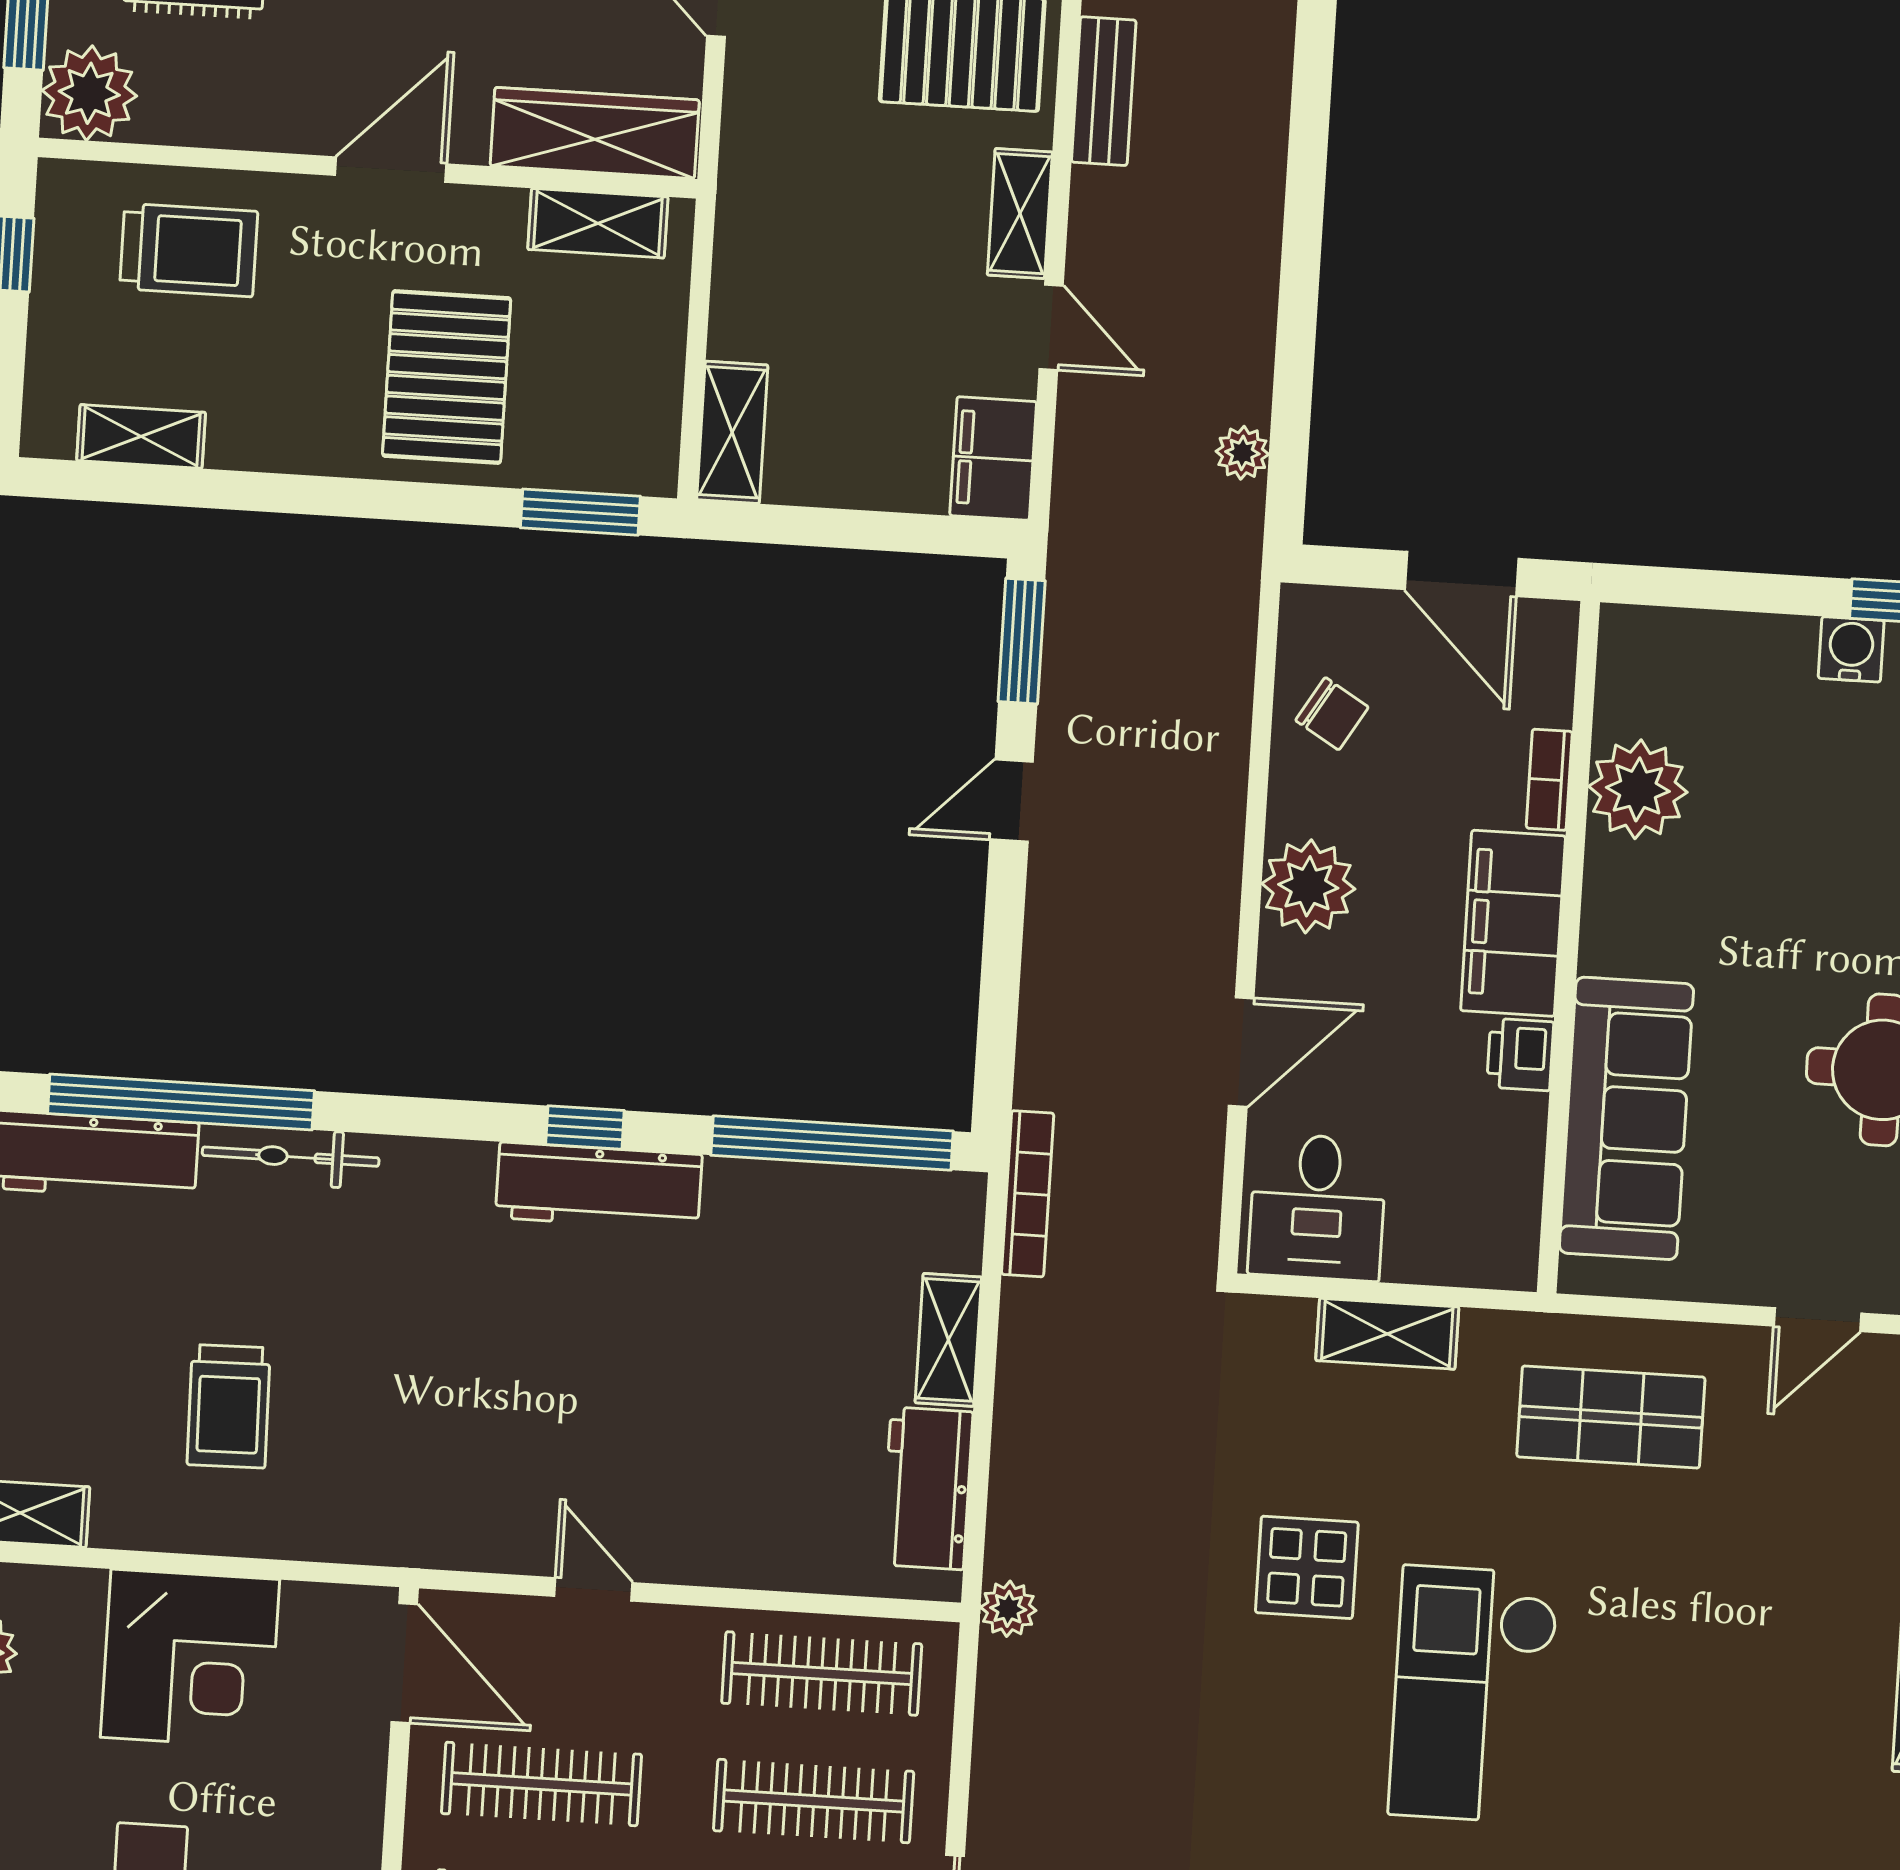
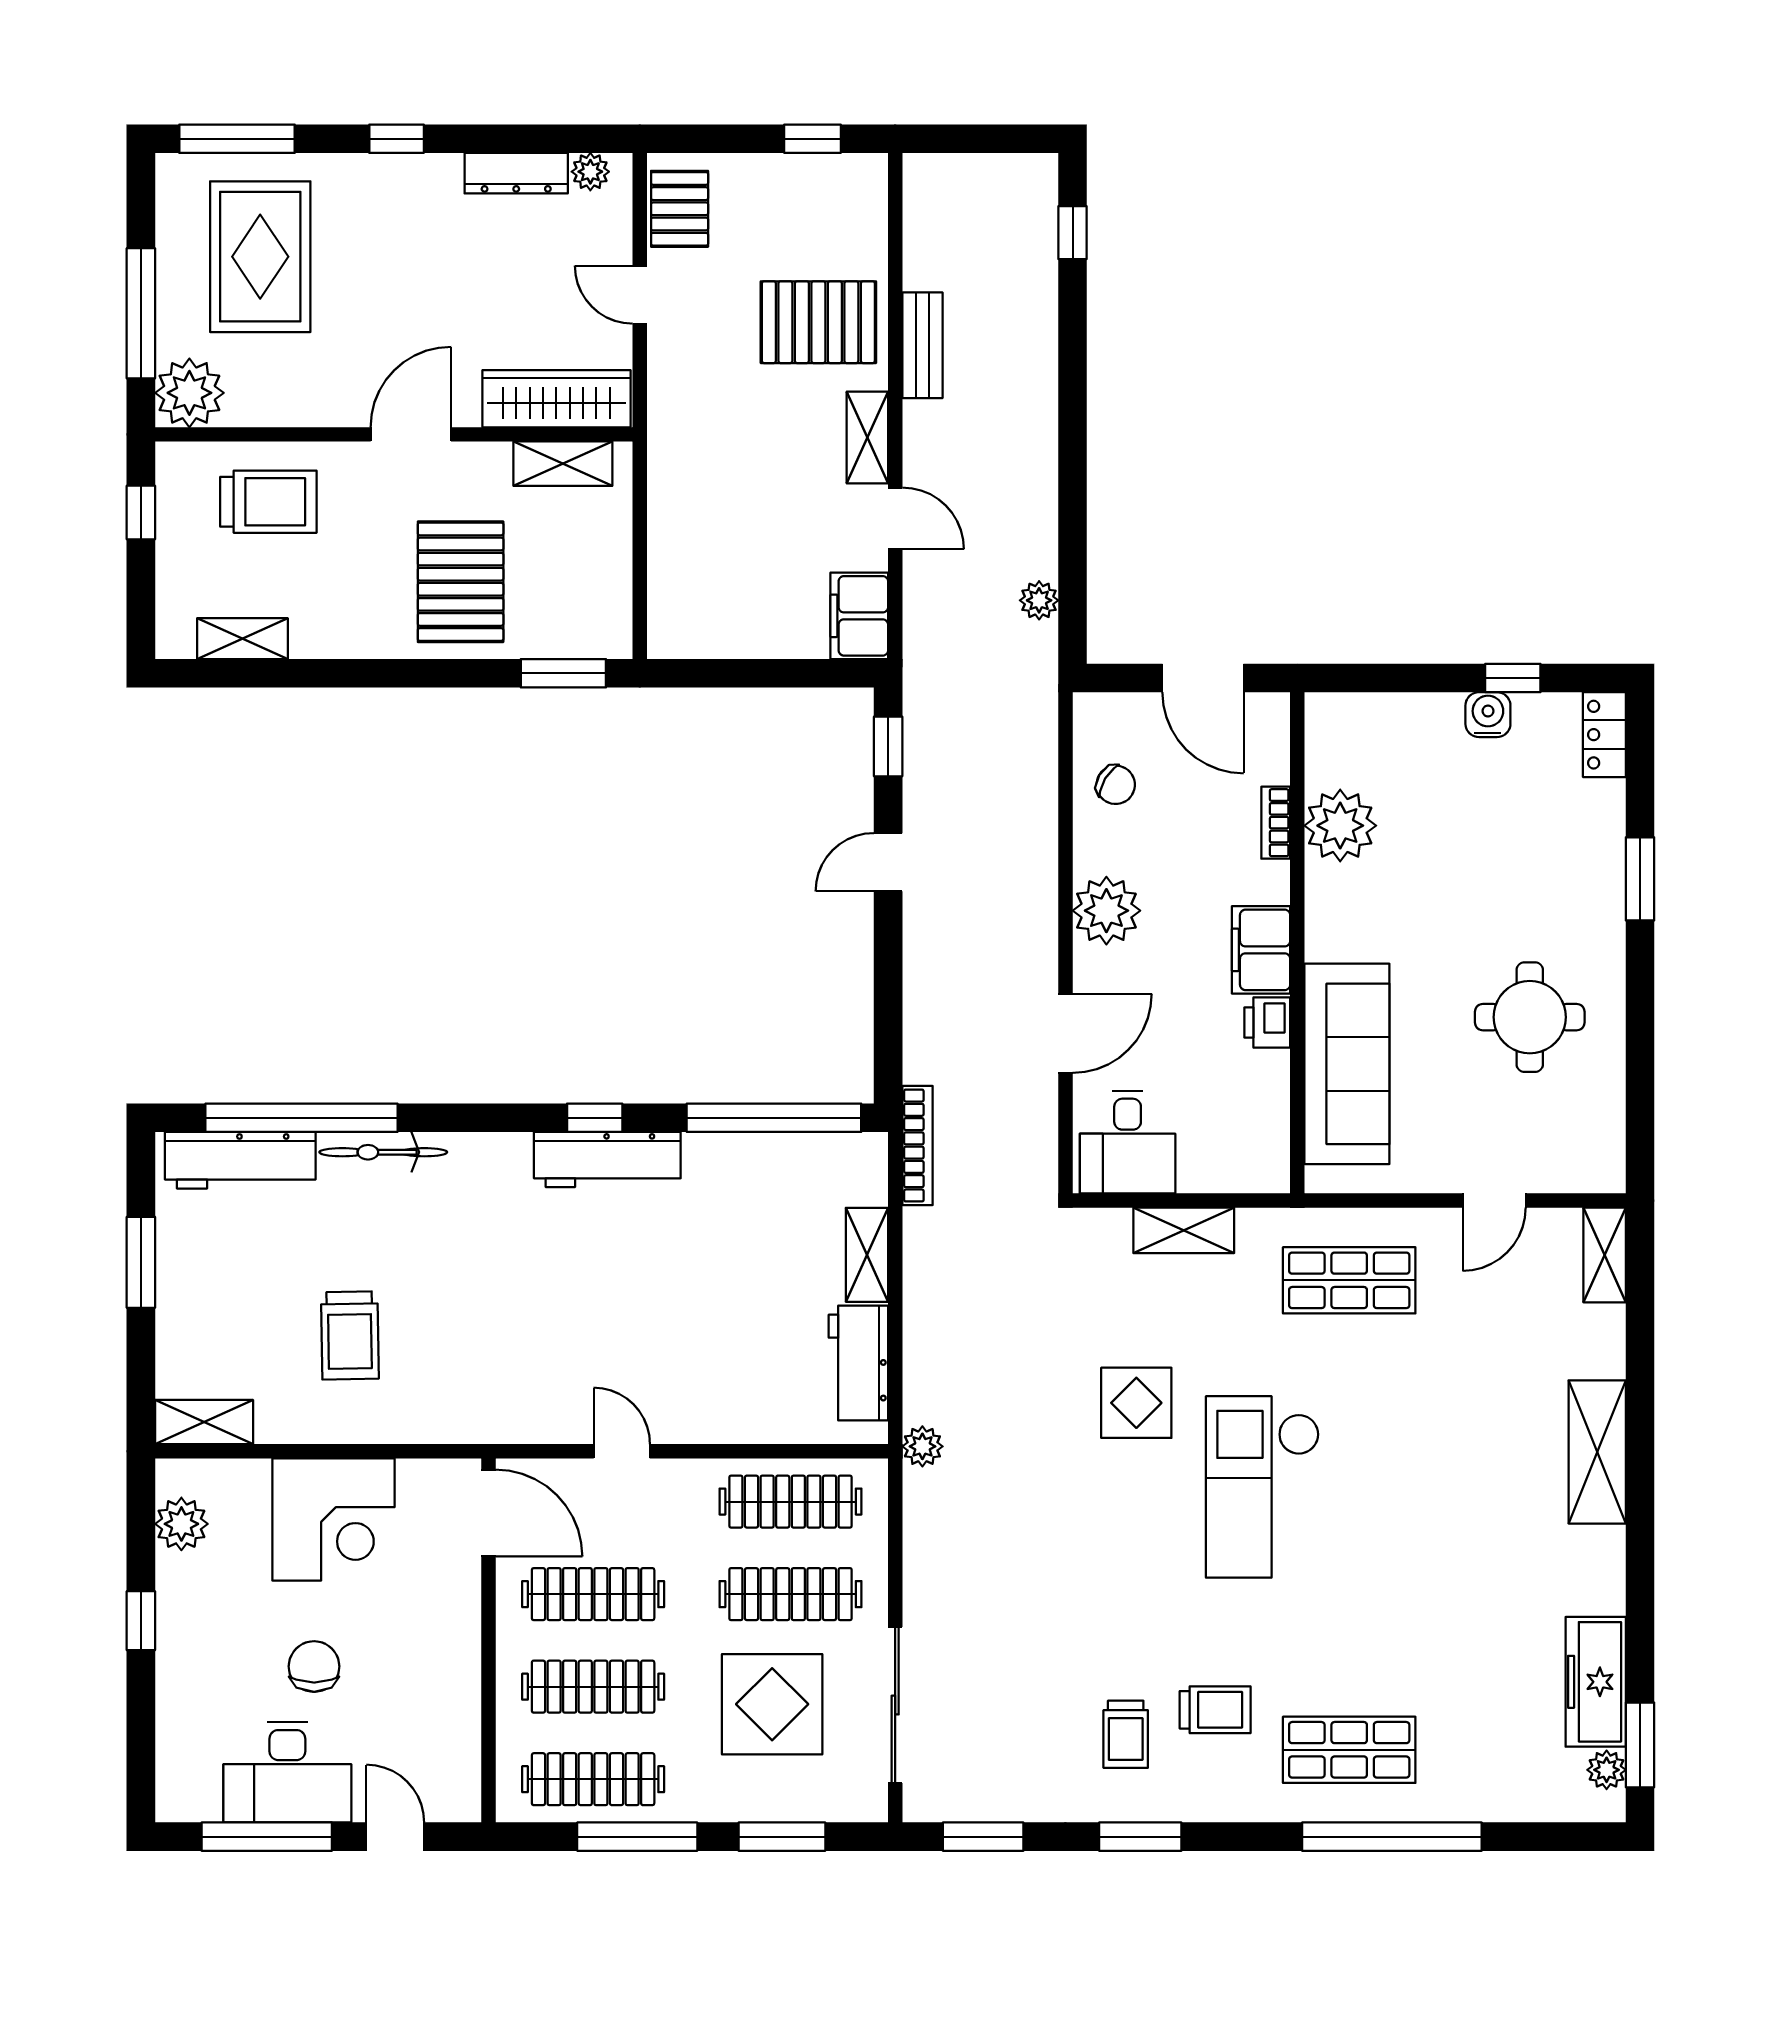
shelving: (732, 432) -> (670, 609), removed
window: (1022, 641) -> (888, 746), width x0.67
filing cabinet: (1513, 923) -> (1261, 950), width x0.67, depth x0.86

